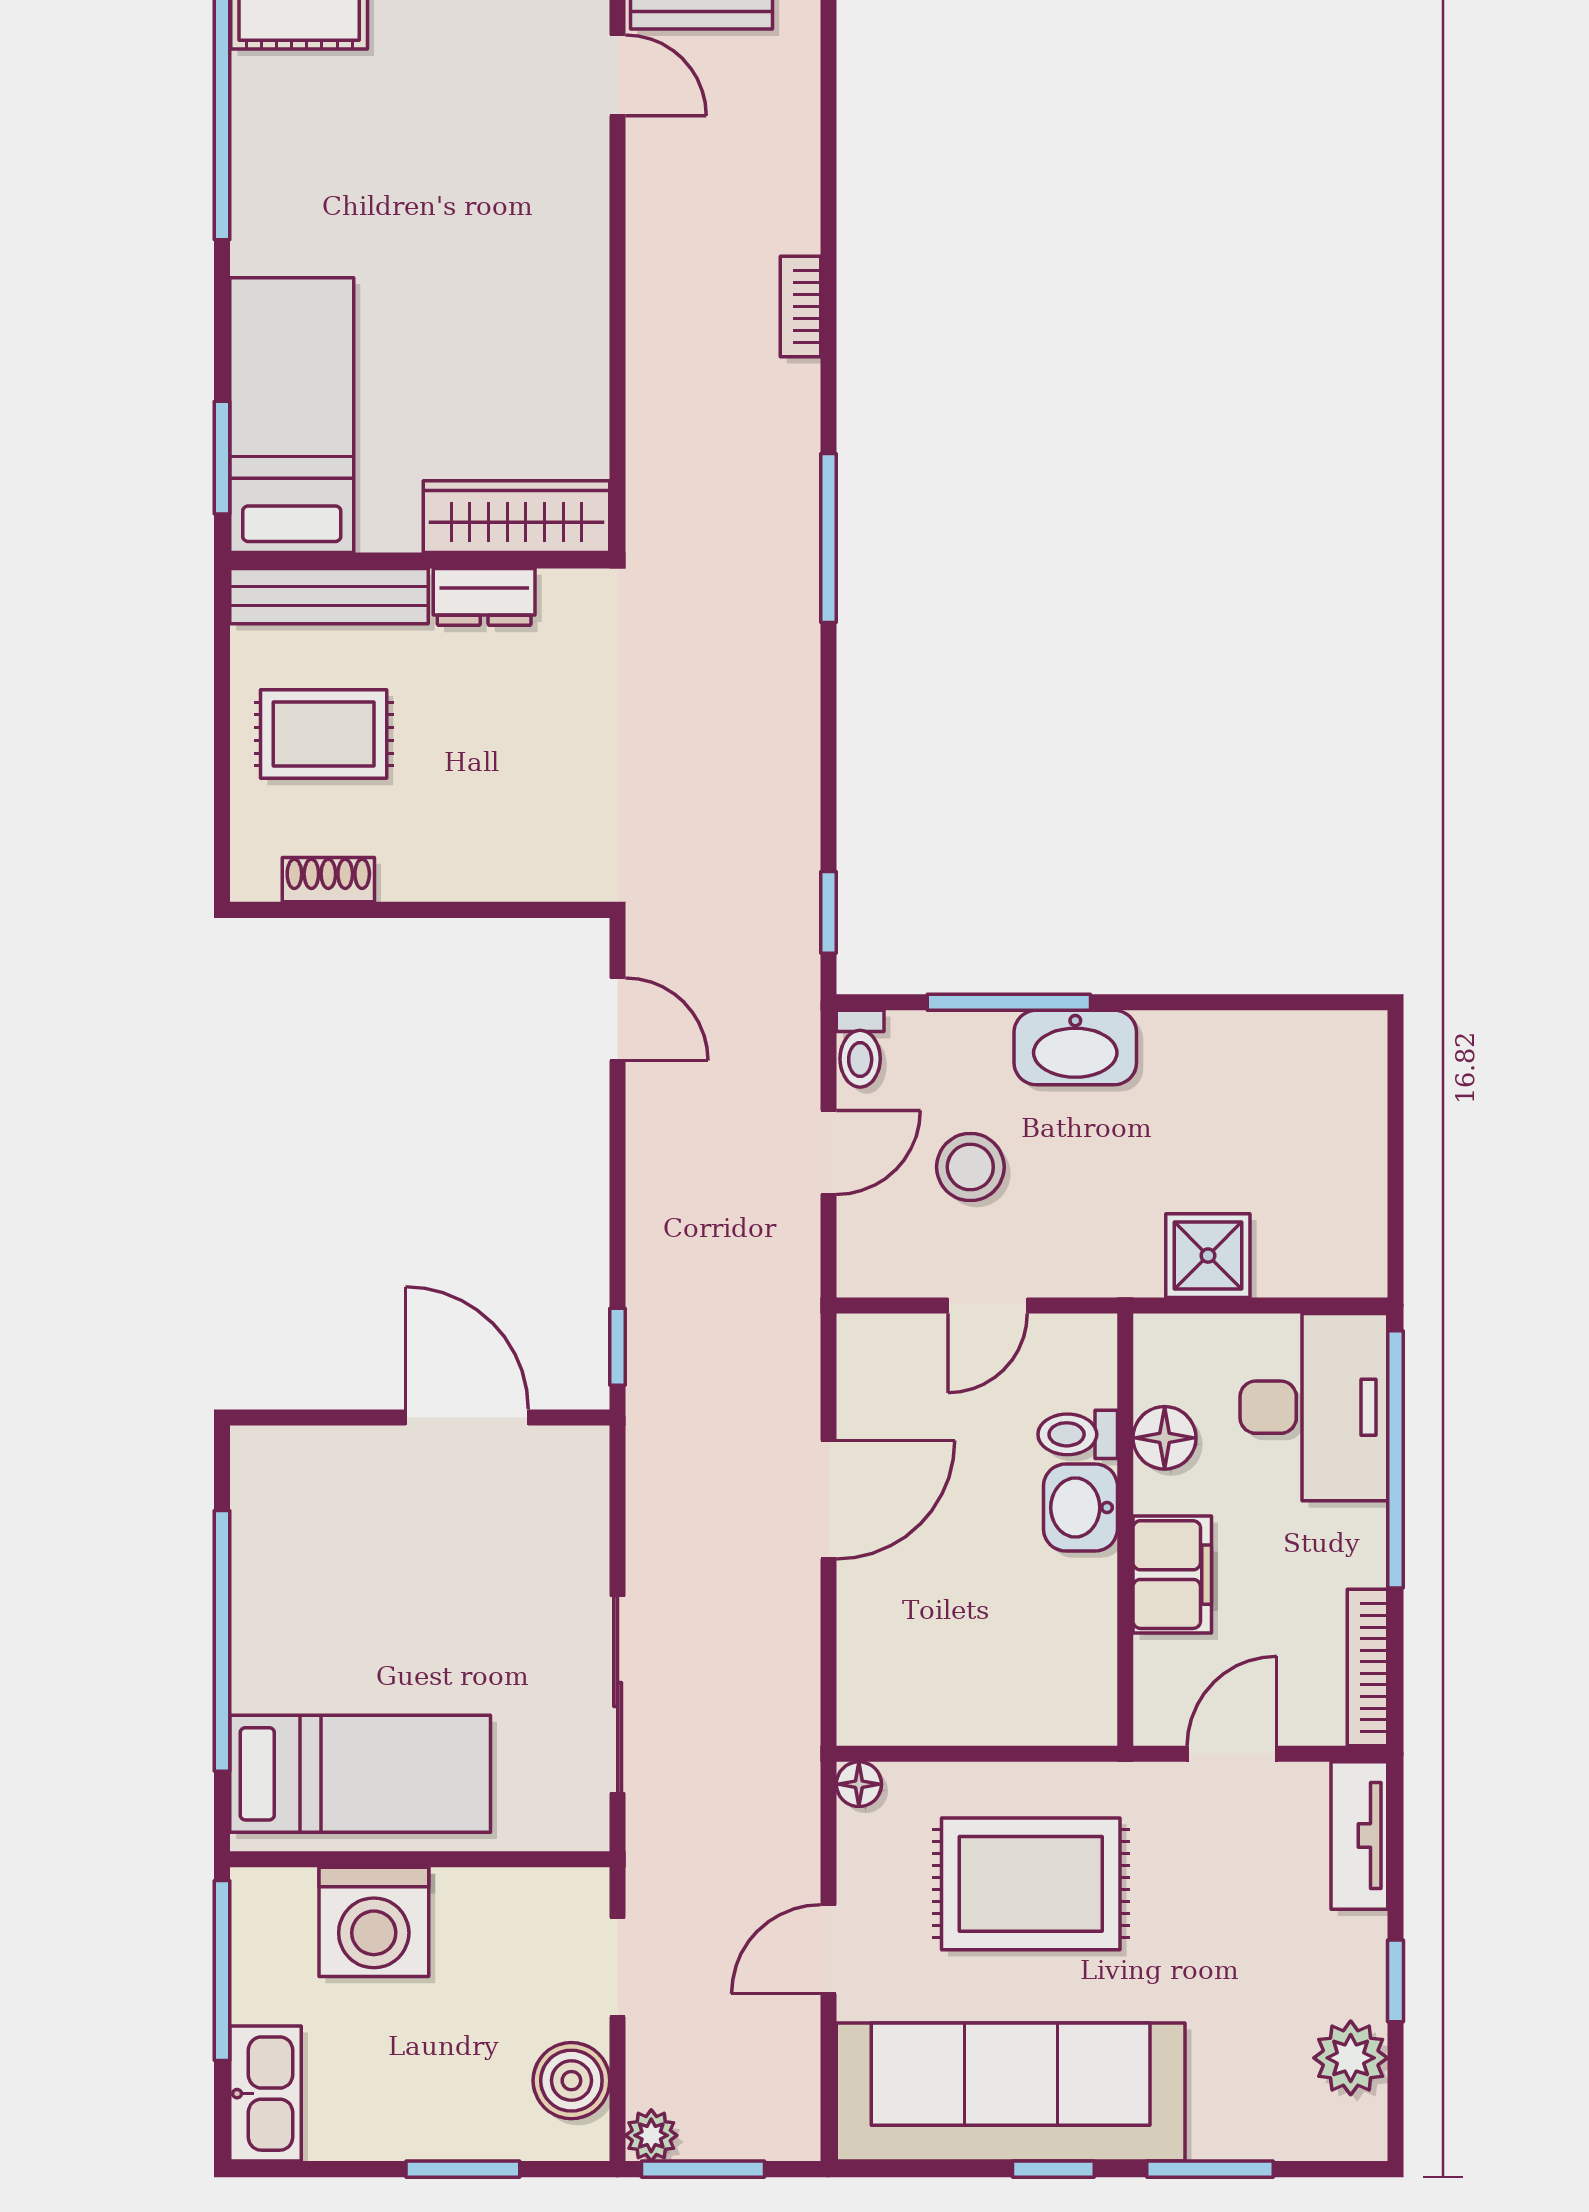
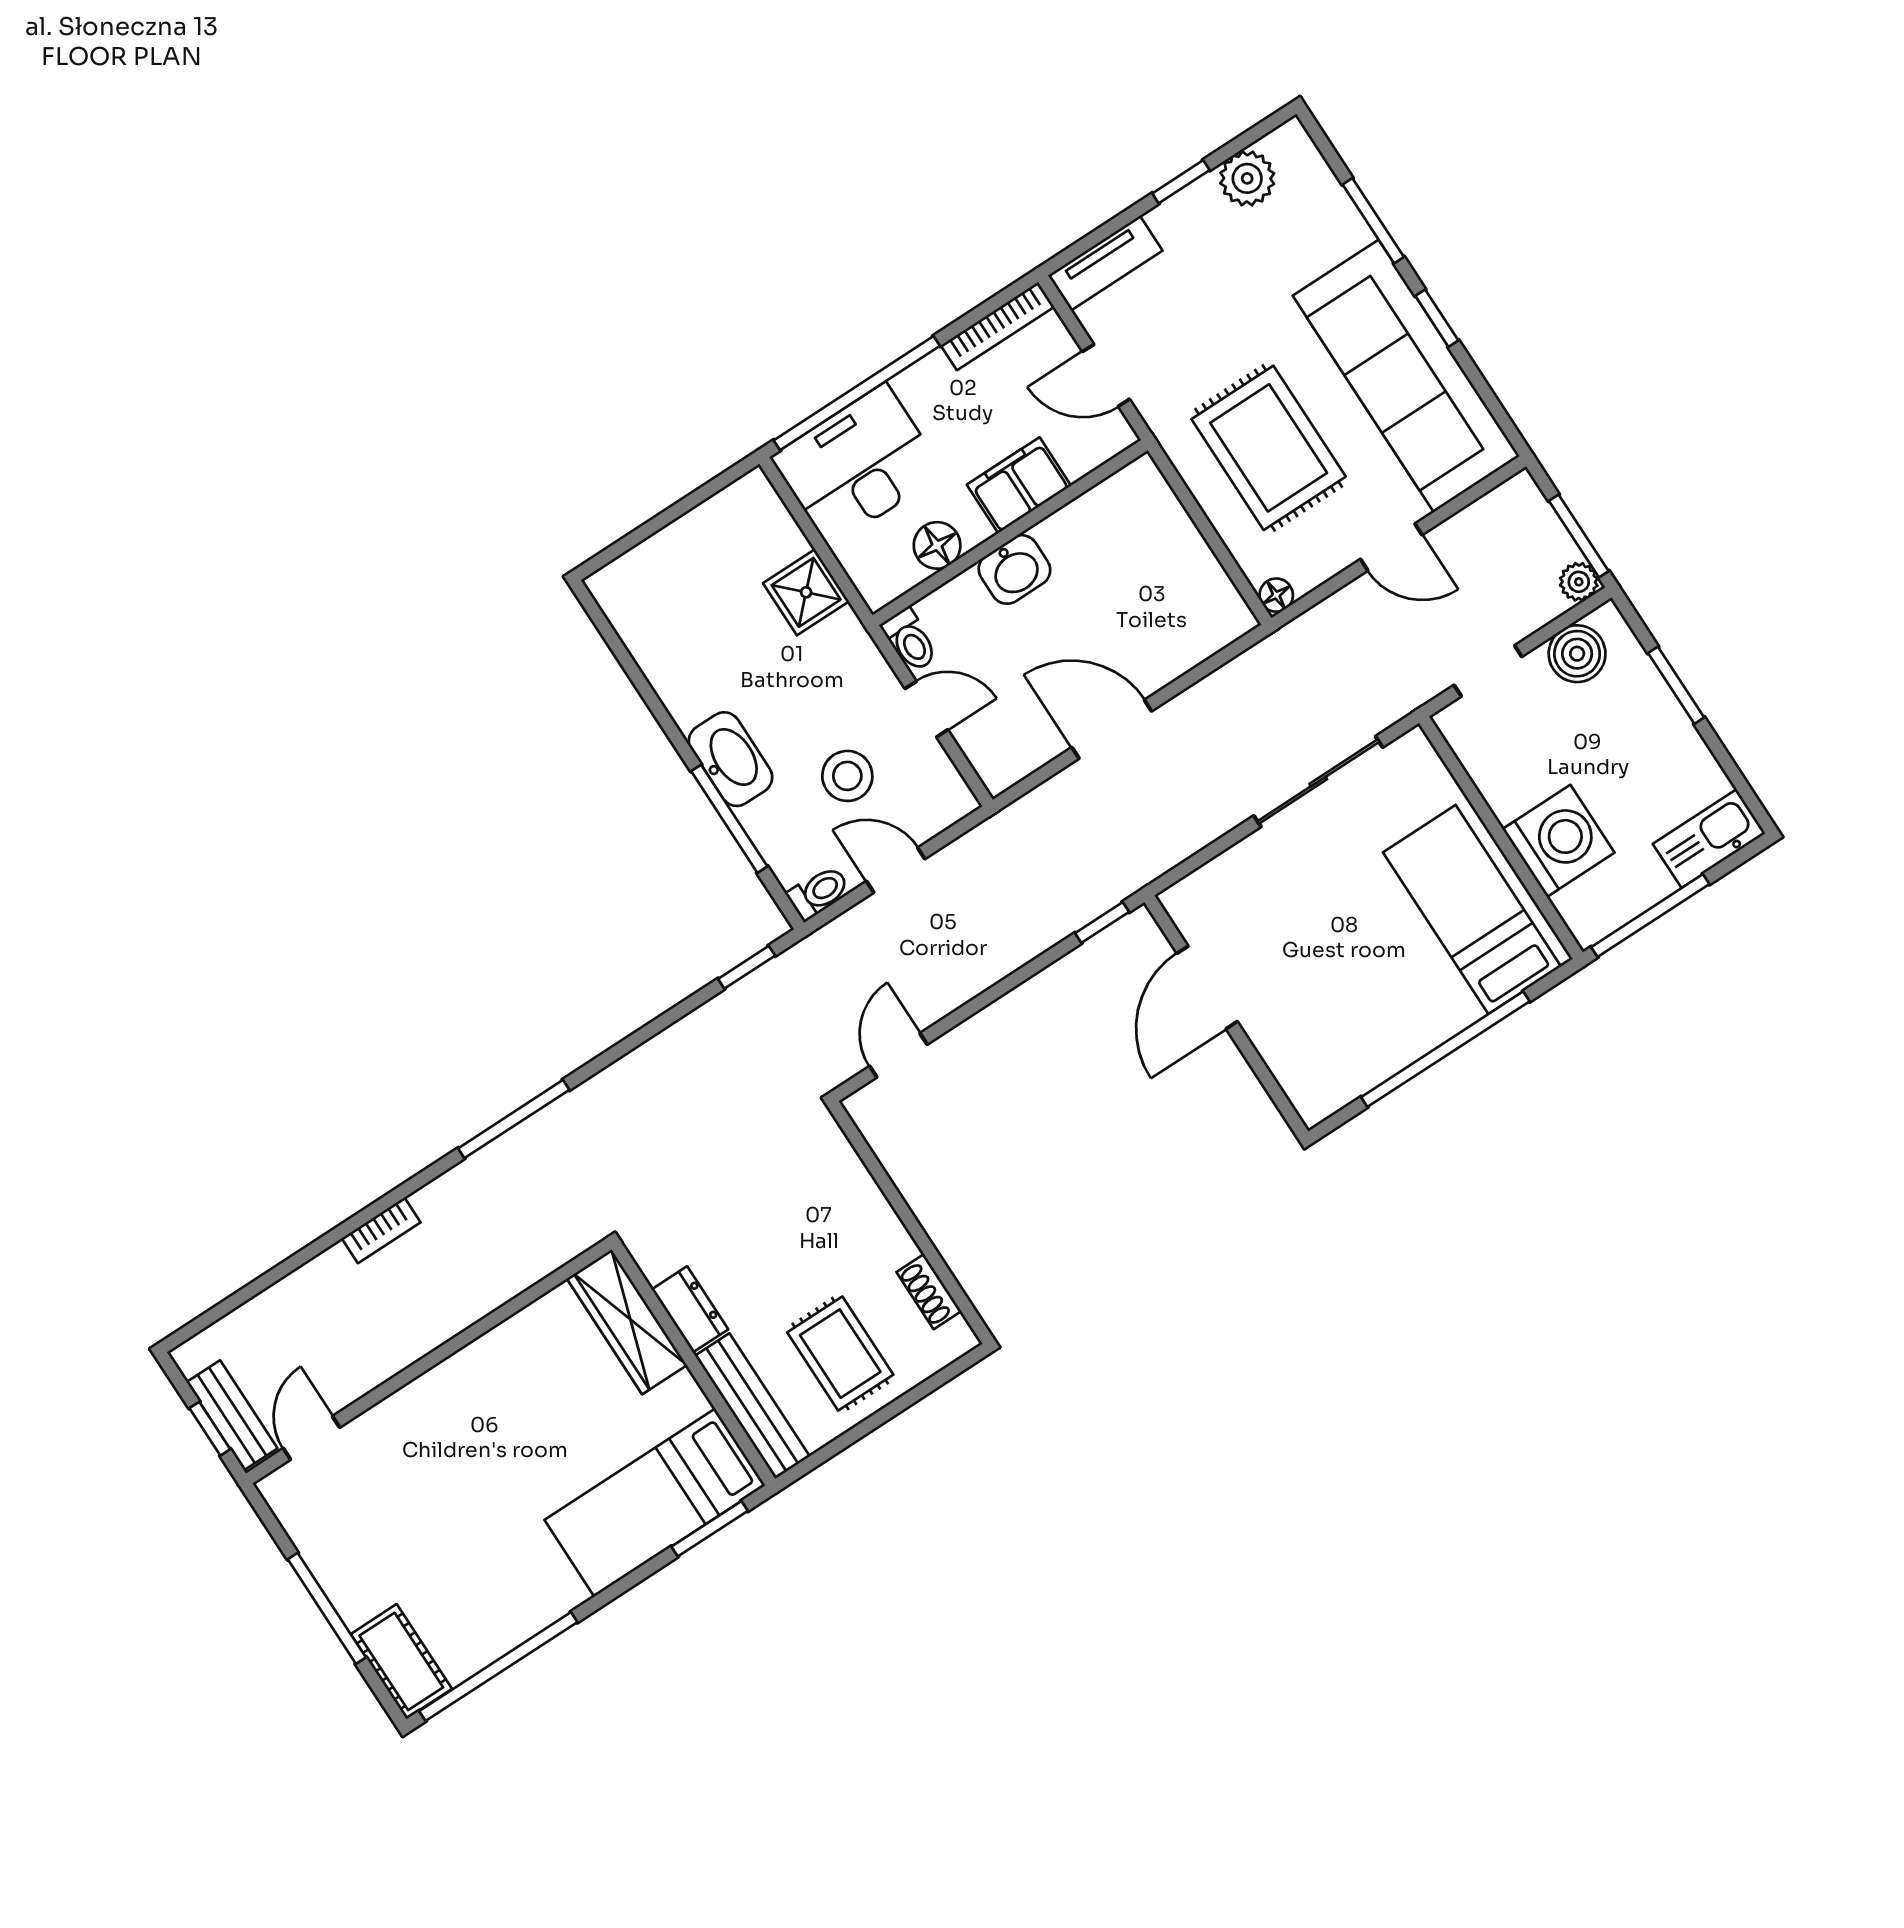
toilet: (1078, 1434) -> (910, 640), moved

